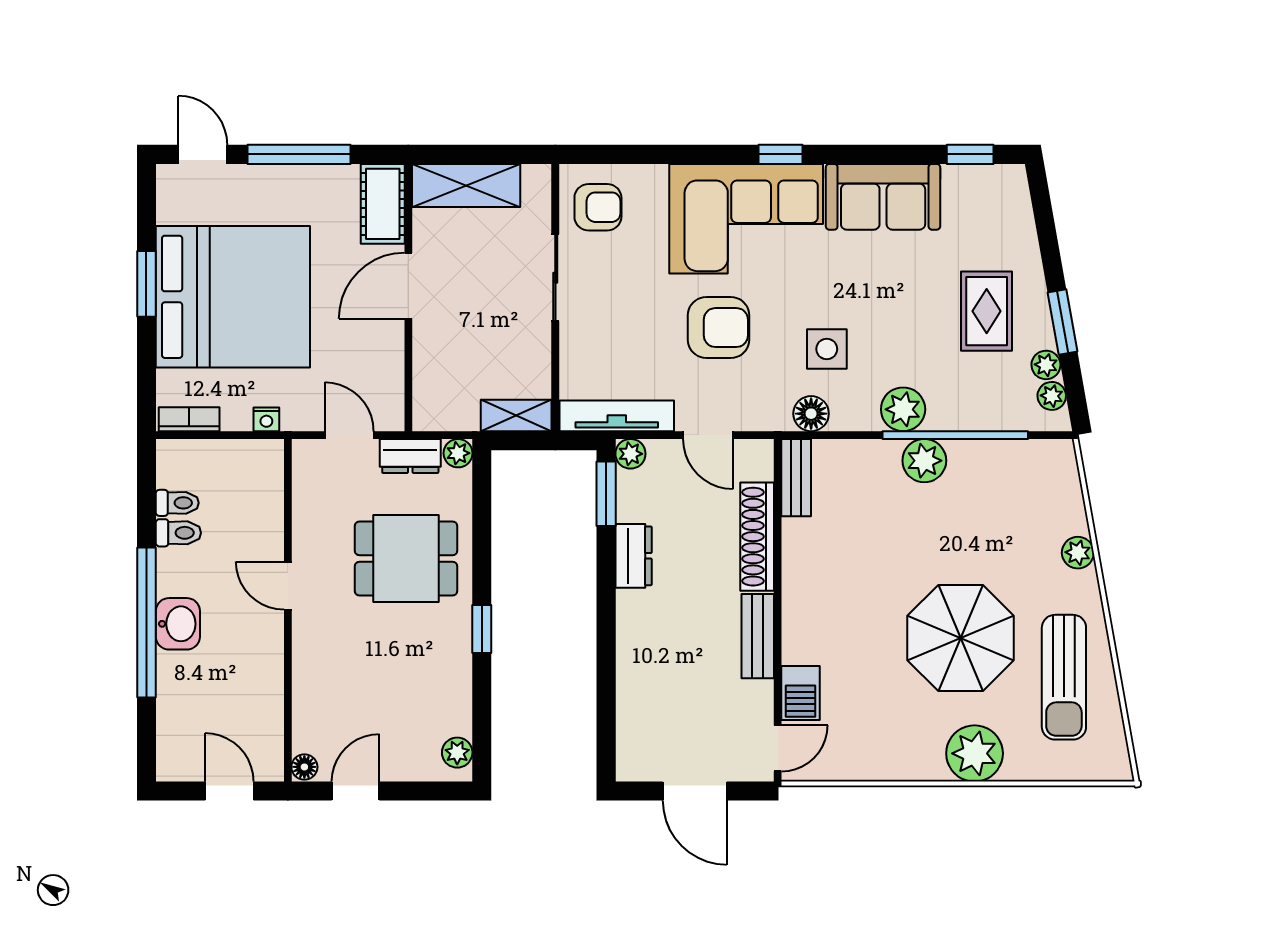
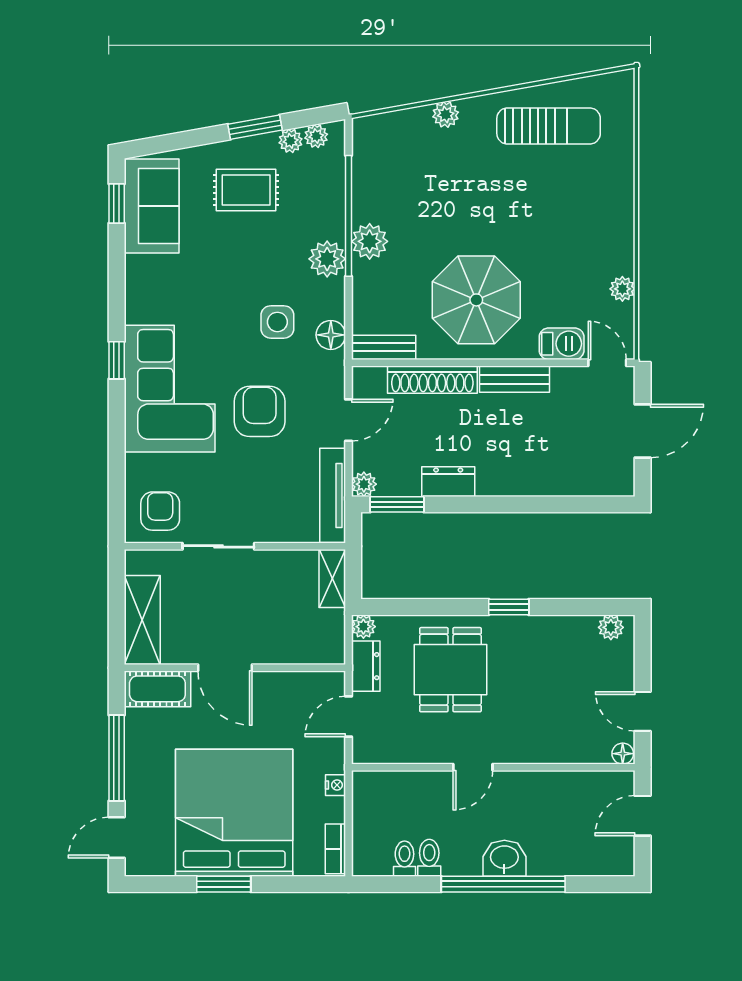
sofa: (883, 197) -> (152, 206), moved
parasol: (961, 638) -> (476, 300), moved
plant: (975, 753) -> (622, 289), moved, width x0.53, depth x0.53

